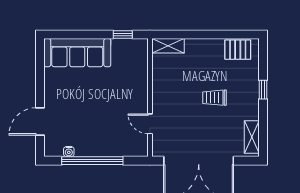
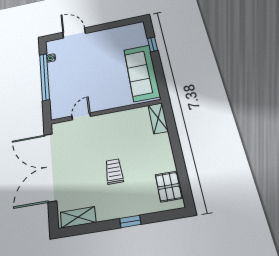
window: (123, 35) -> (152, 44), moved
sofa: (77, 53) -> (142, 73), moved

